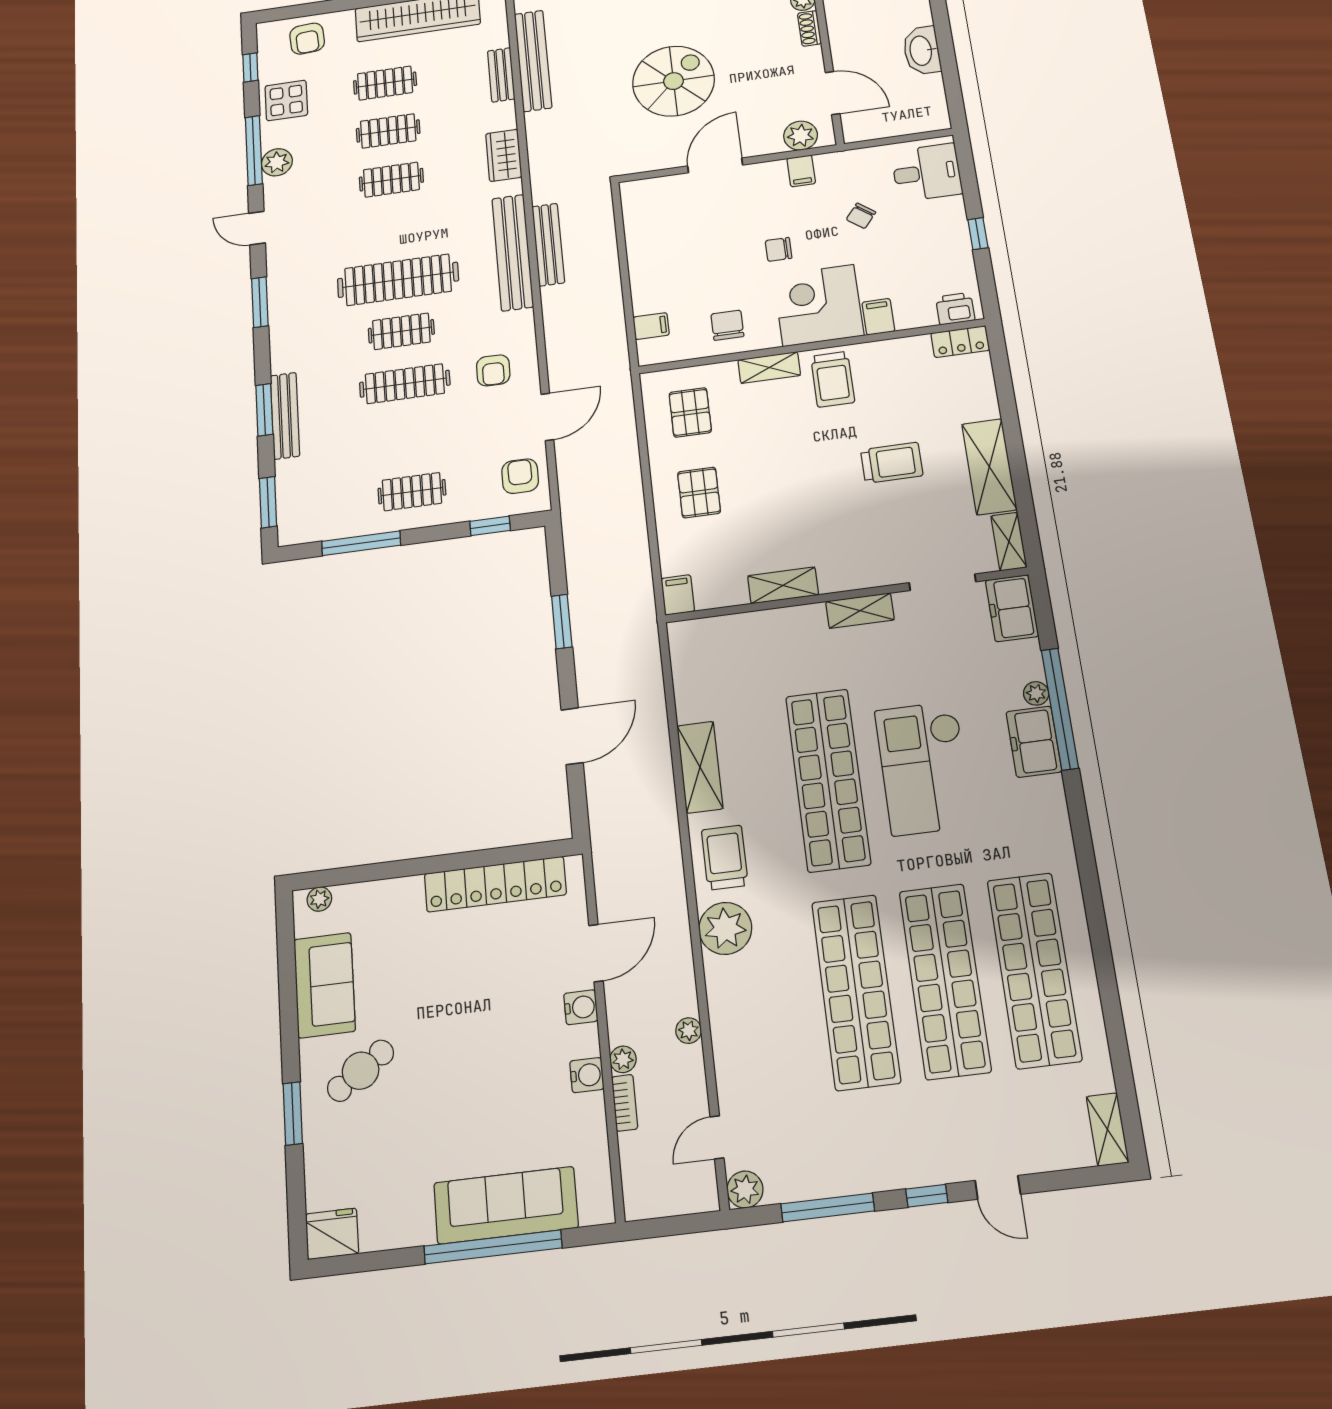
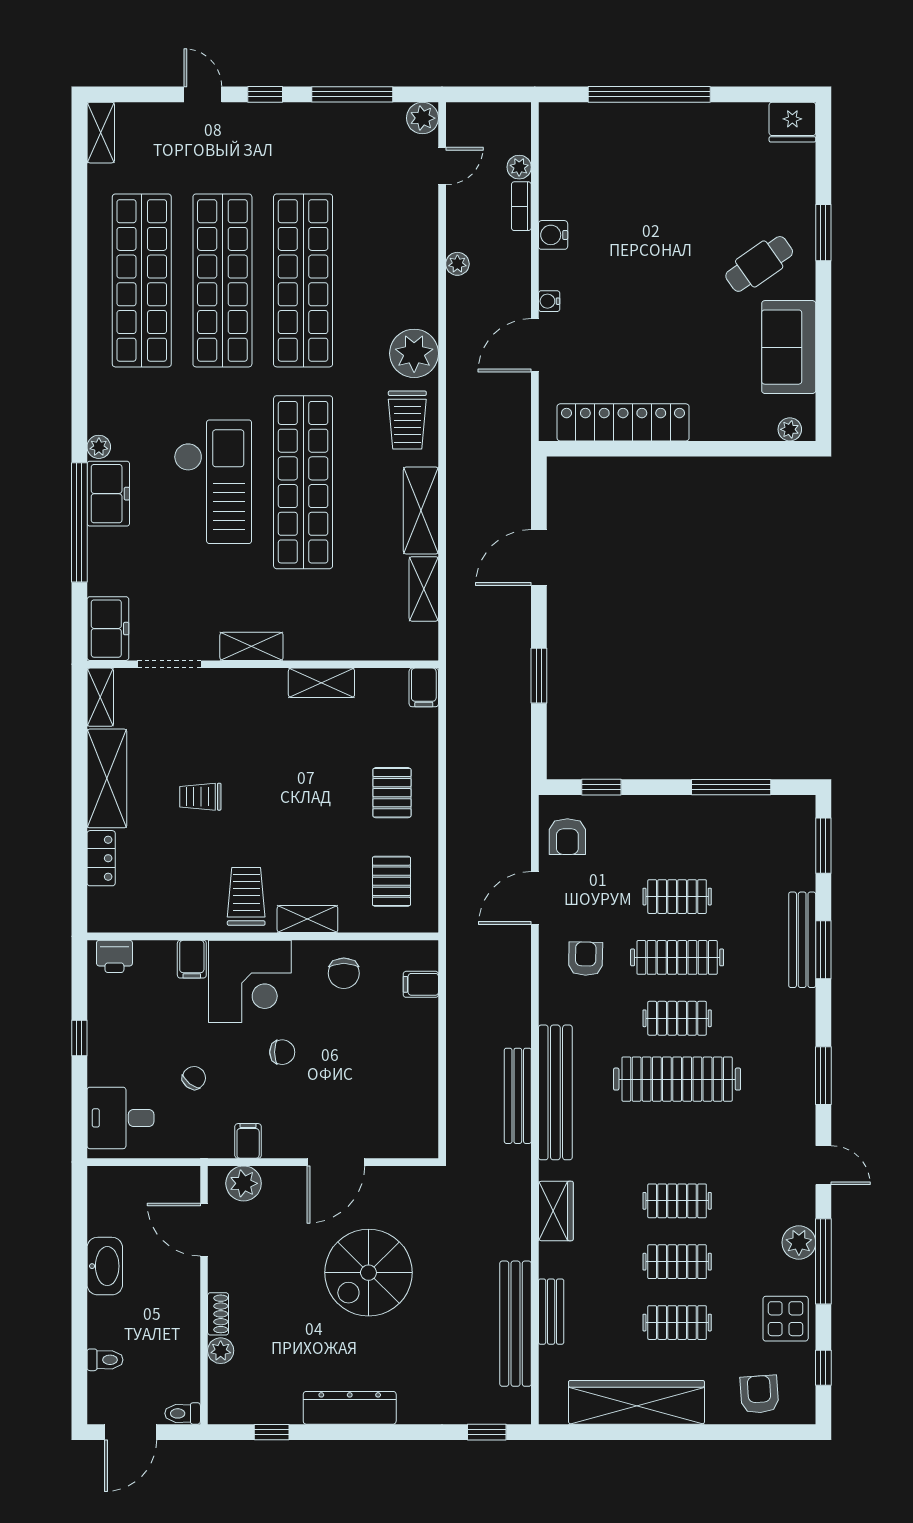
locker: (960, 342) -> (101, 858), moved, turned 90
trolley: (892, 463) -> (200, 797), width x0.73, depth x0.72
clothes rail: (412, 492) -> (677, 897), moved
shelving: (688, 690) -> (424, 589), added
plant: (1036, 693) -> (99, 447), moved
water cooler: (581, 1007) -> (549, 301), width x0.72, depth x0.72
plant: (623, 1059) -> (519, 167), moved
sofa: (506, 1205) -> (635, 129), removed

